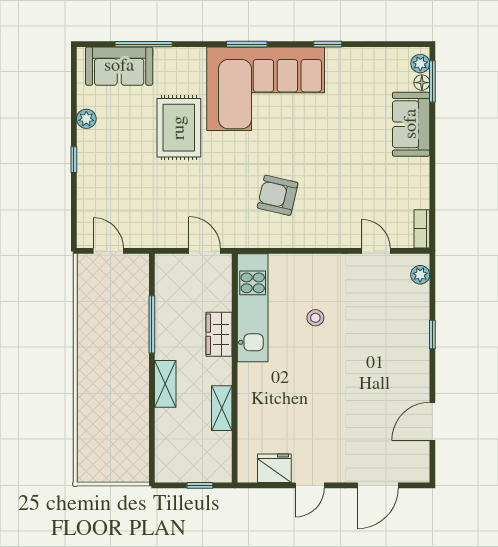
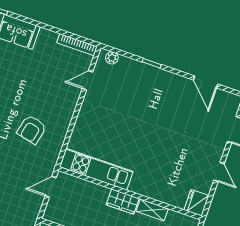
bookcase: (422, 229) -> (77, 45), width x1.56
stool: (315, 318) -> (116, 132), removed
wardrobe: (219, 334) -> (123, 202), moved
fridge: (274, 468) -> (196, 203), moved

